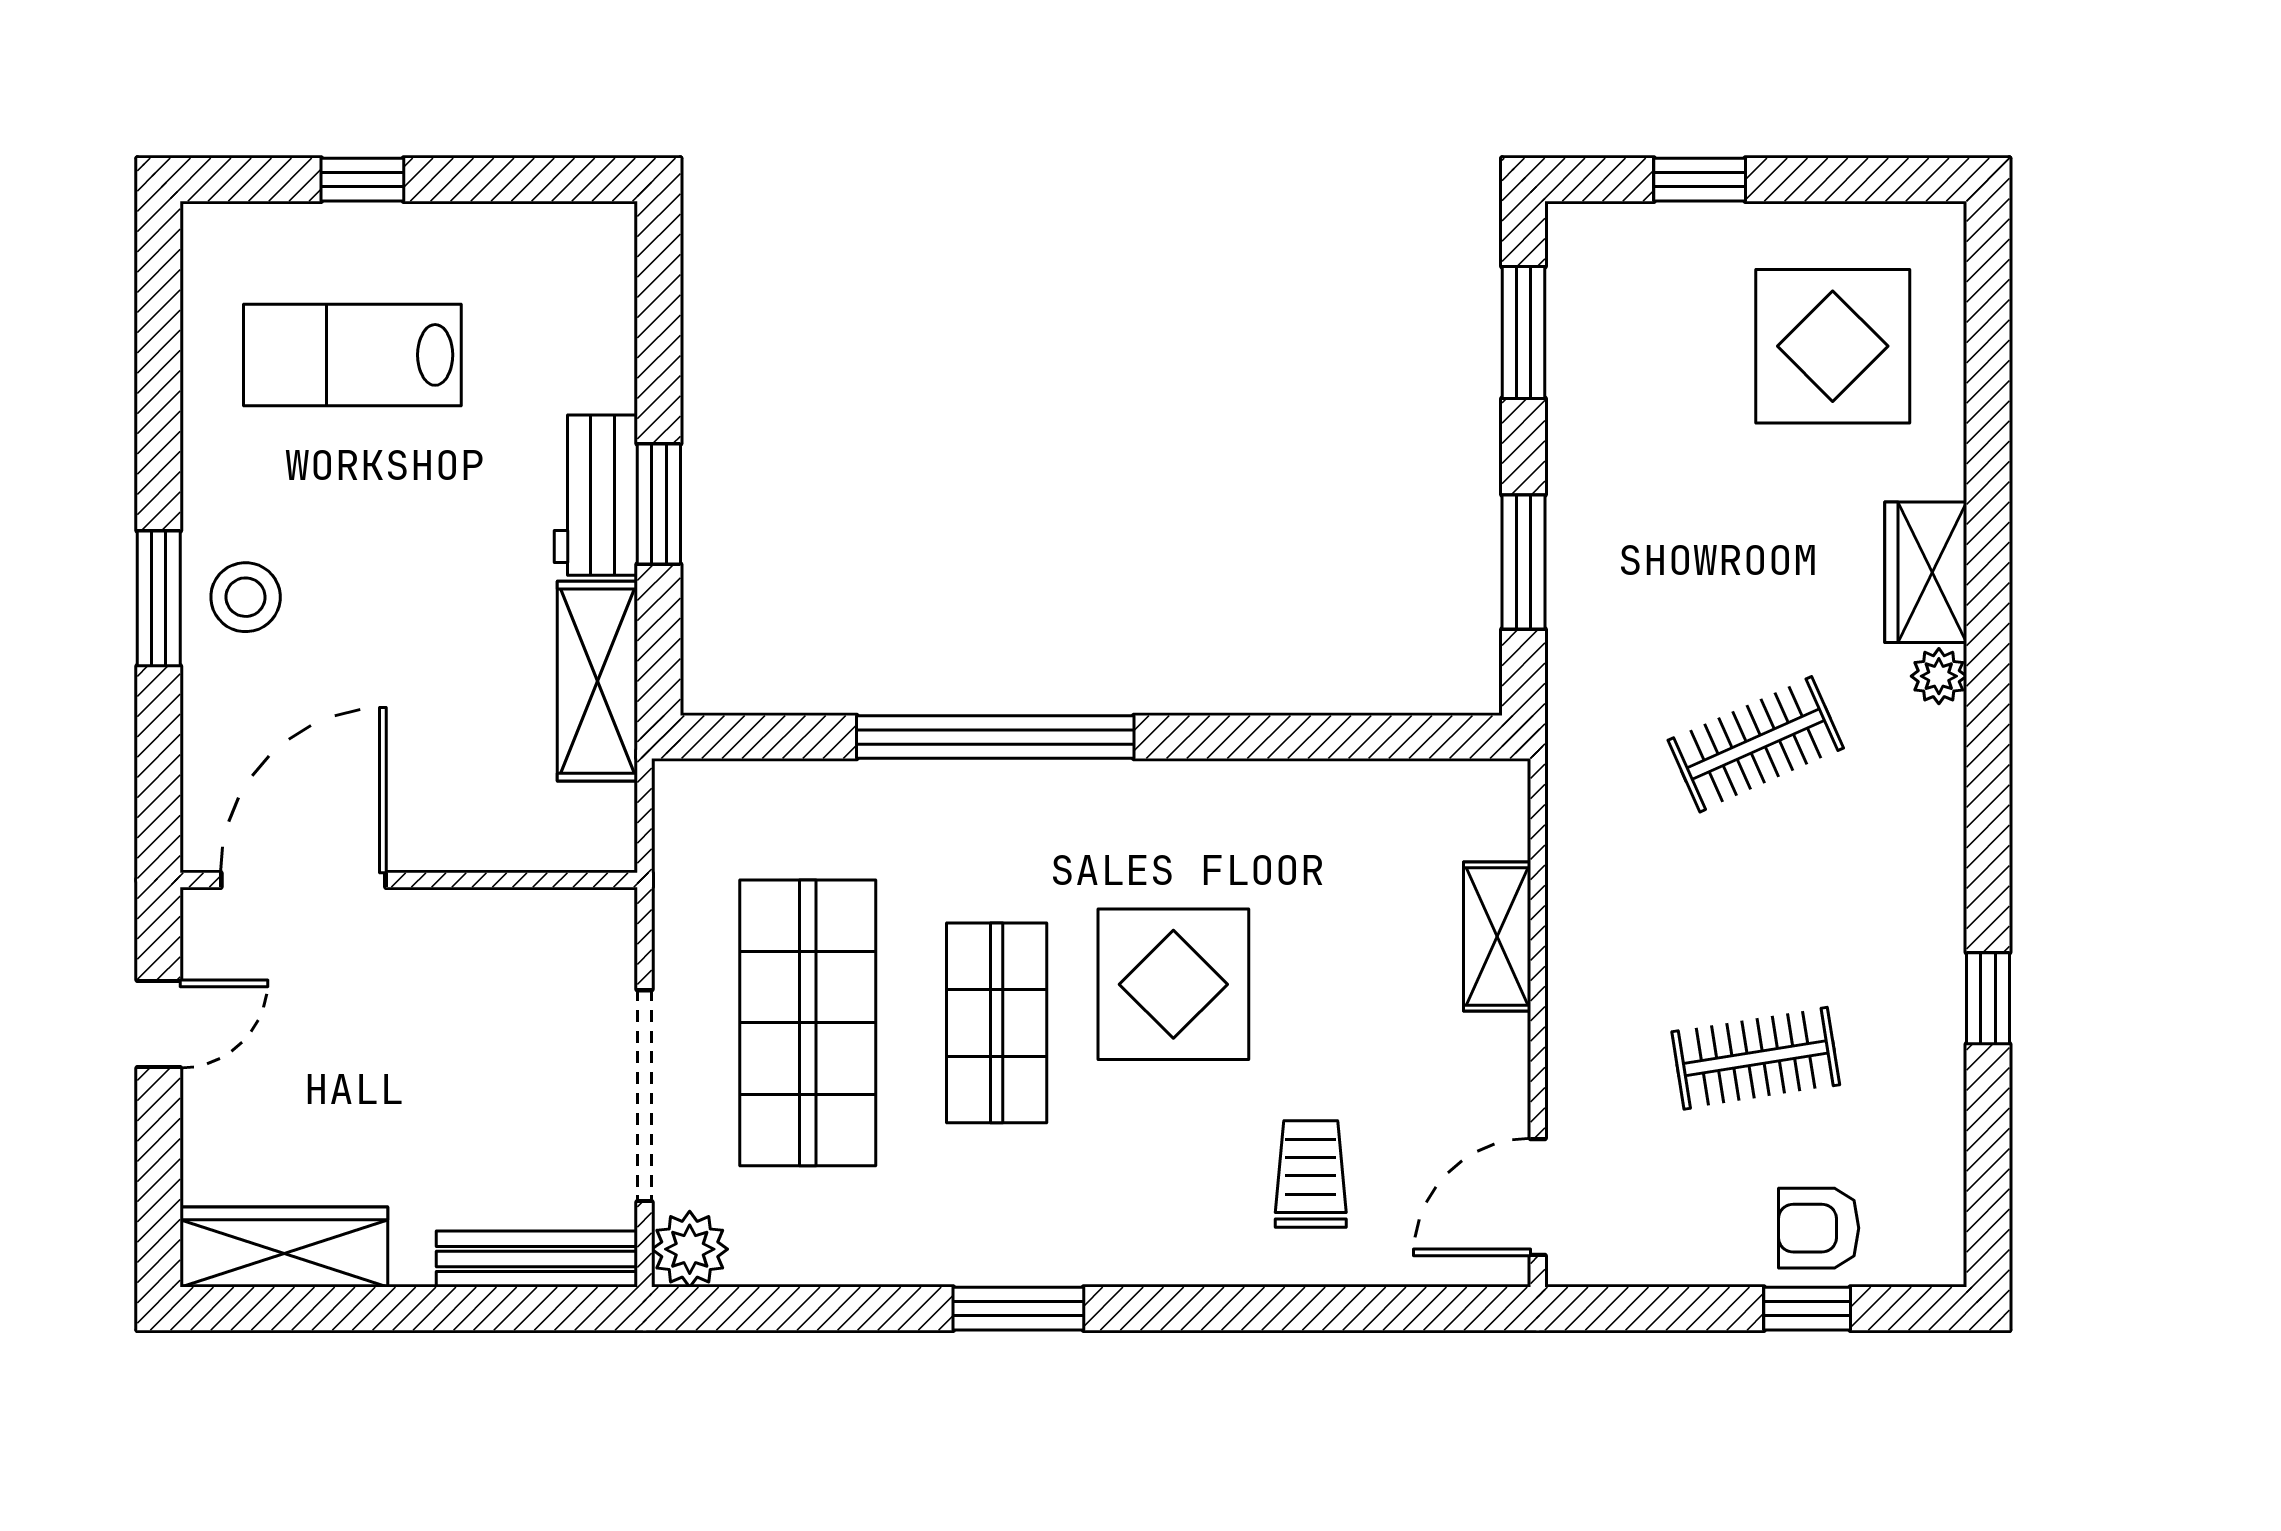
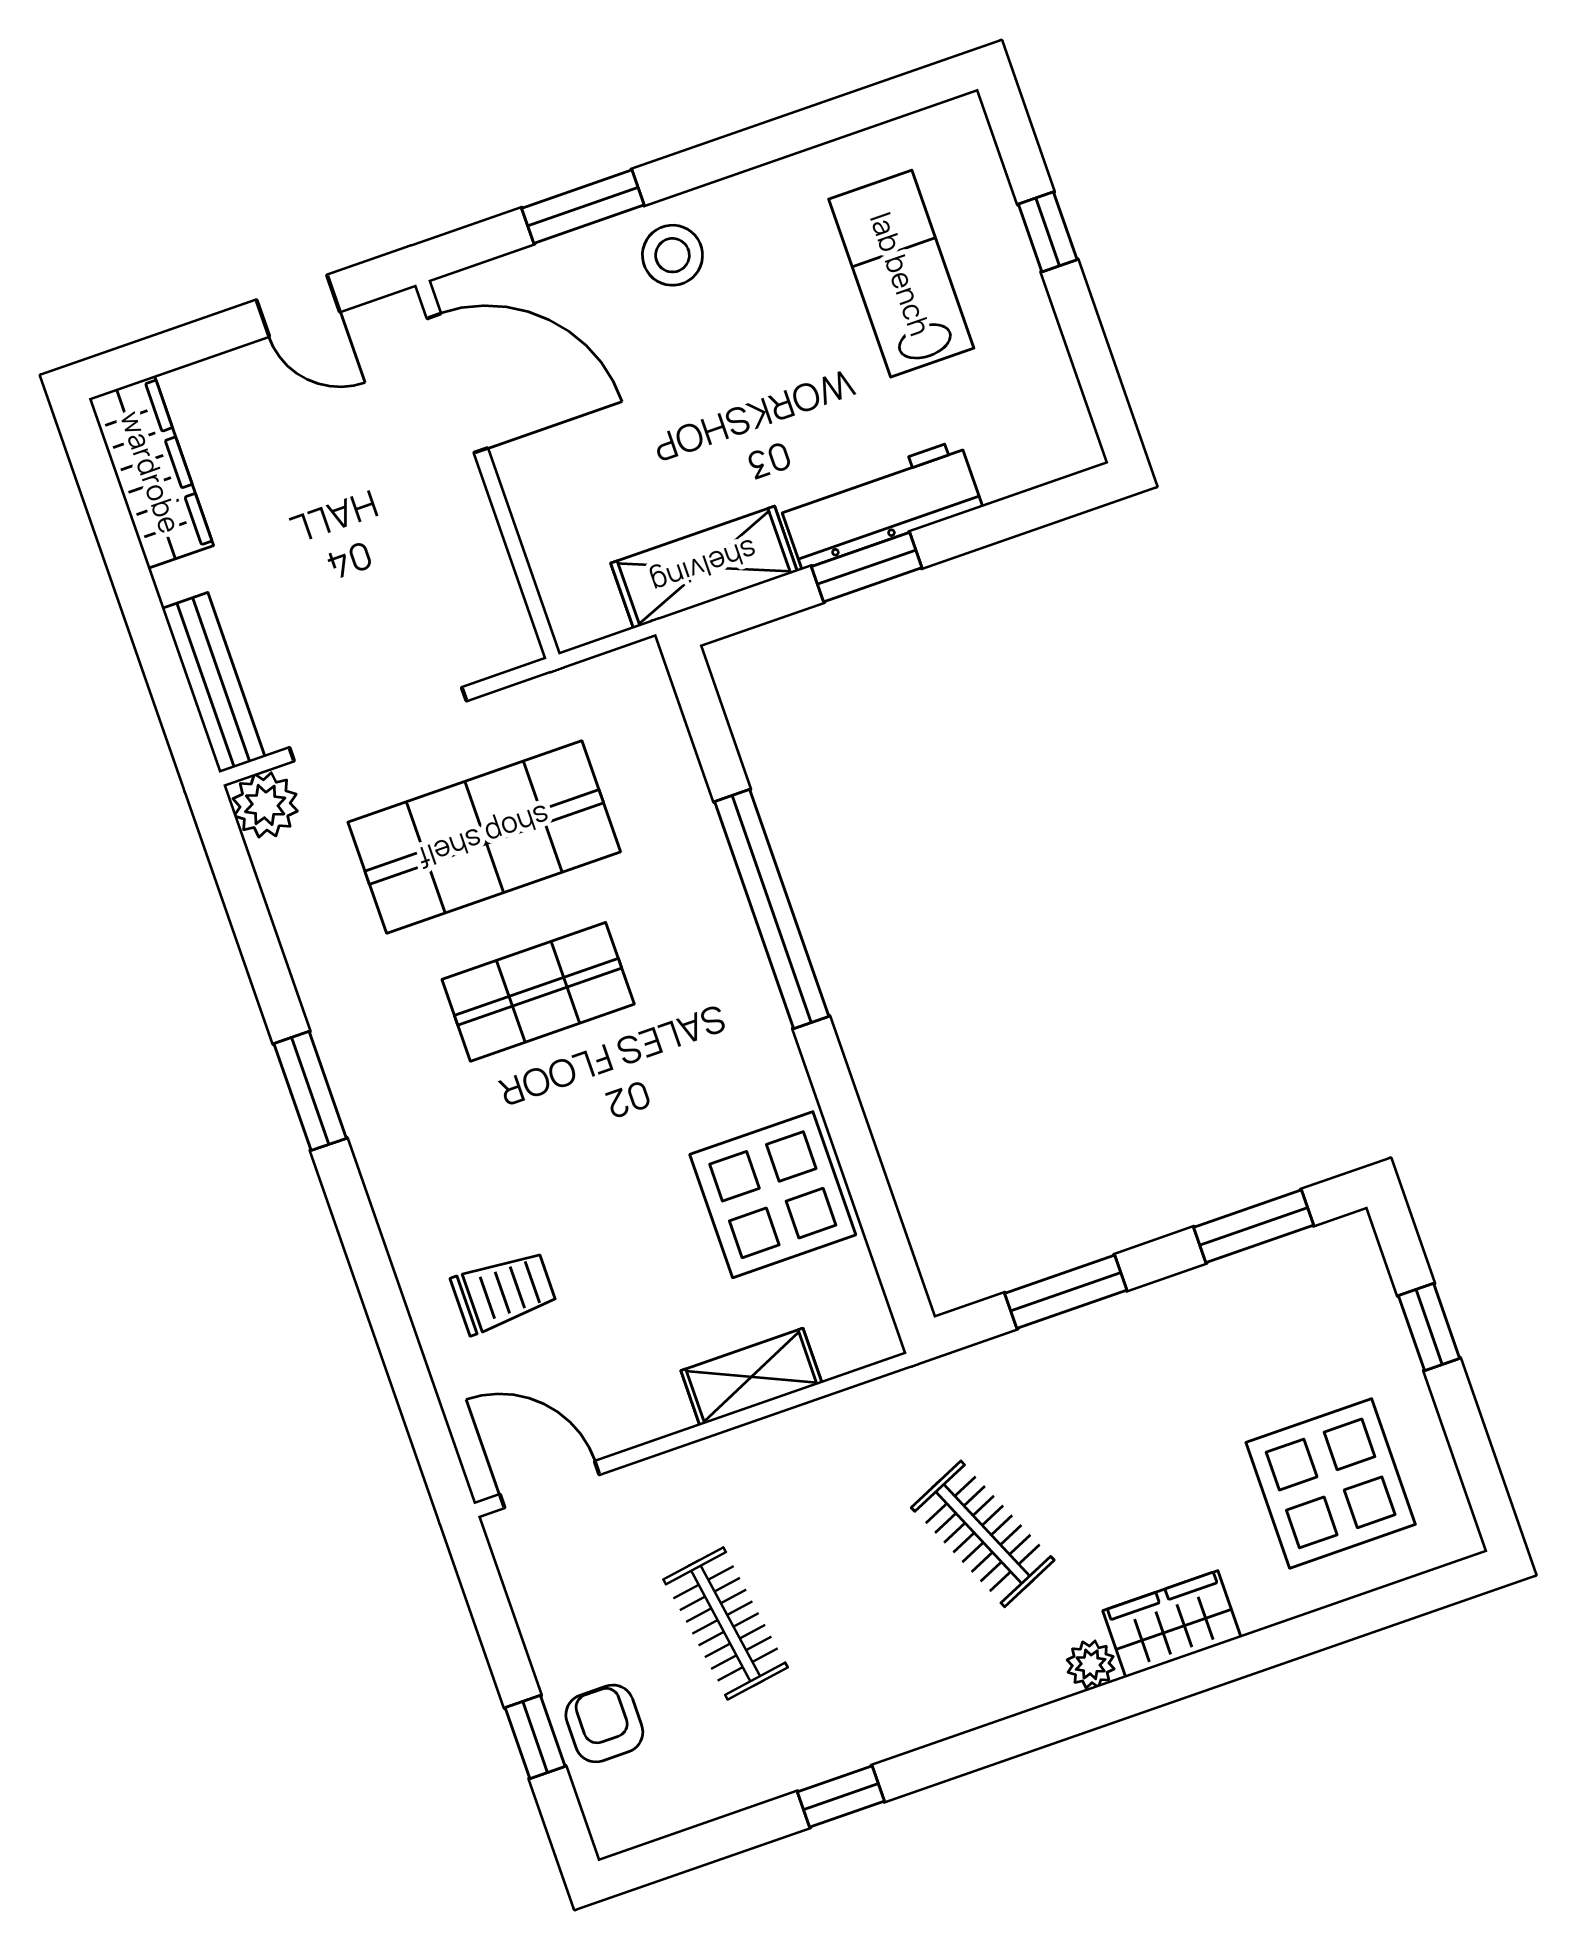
workbench: (596, 495) -> (881, 504), width x1.38
window: (159, 598) -> (583, 207), moved
display table: (1173, 984) -> (773, 1195), moved

